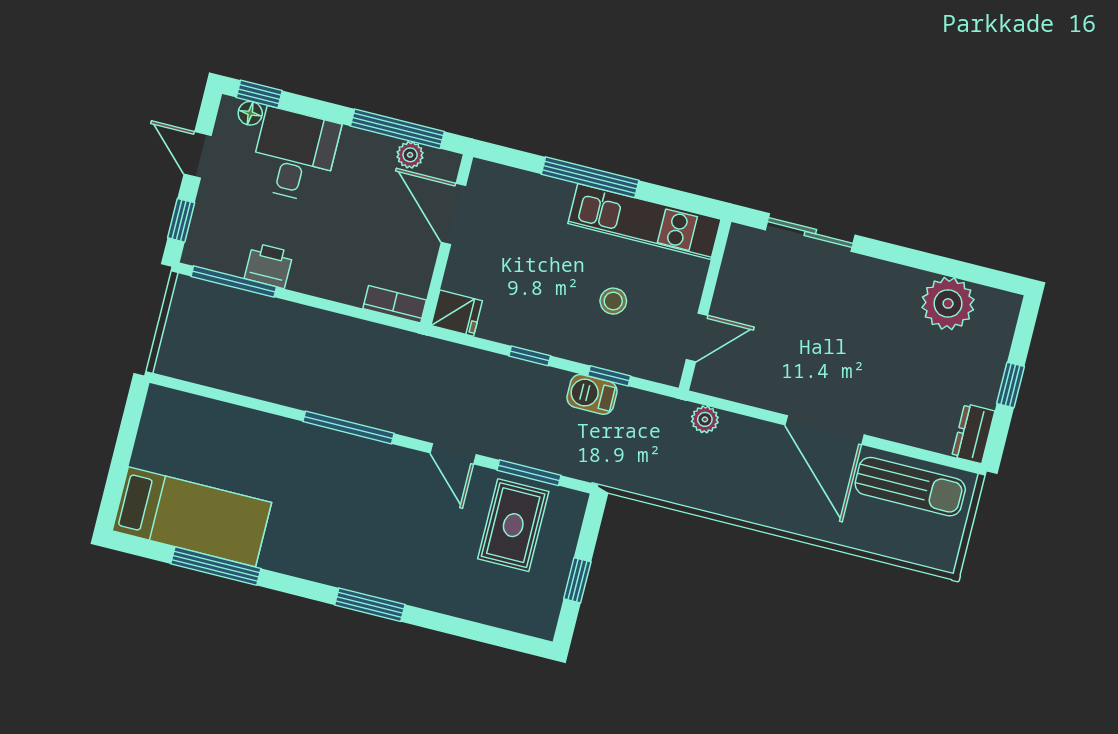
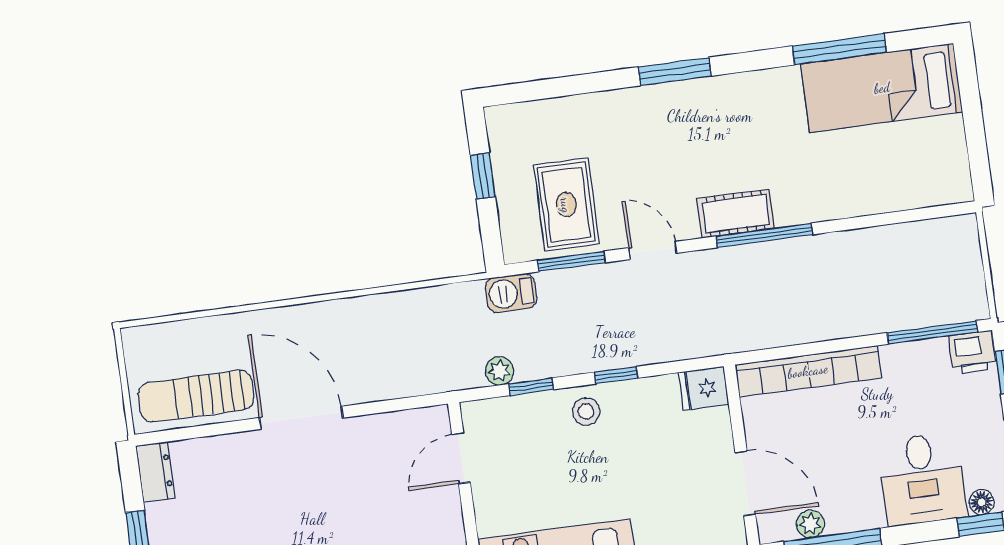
printer: (269, 266) -> (973, 352), moved
stool: (613, 301) -> (586, 412), moved
bookcase: (395, 304) -> (808, 371), width x2.31, depth x1.31
barbecue: (592, 394) -> (511, 293), moved, turned 180
plant: (705, 419) -> (500, 371), moved
cot: (366, 457) -> (736, 214), added

